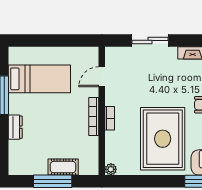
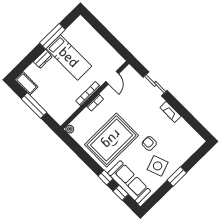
door: (102, 77) -> (112, 78), swing flipped
bed: (39, 79) -> (69, 57), moved
cot: (63, 167) -> (26, 83), moved

